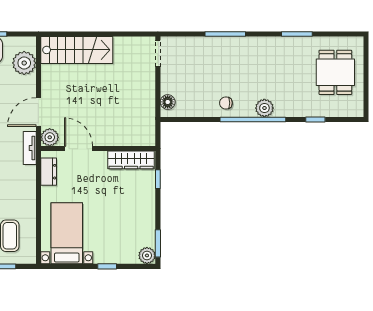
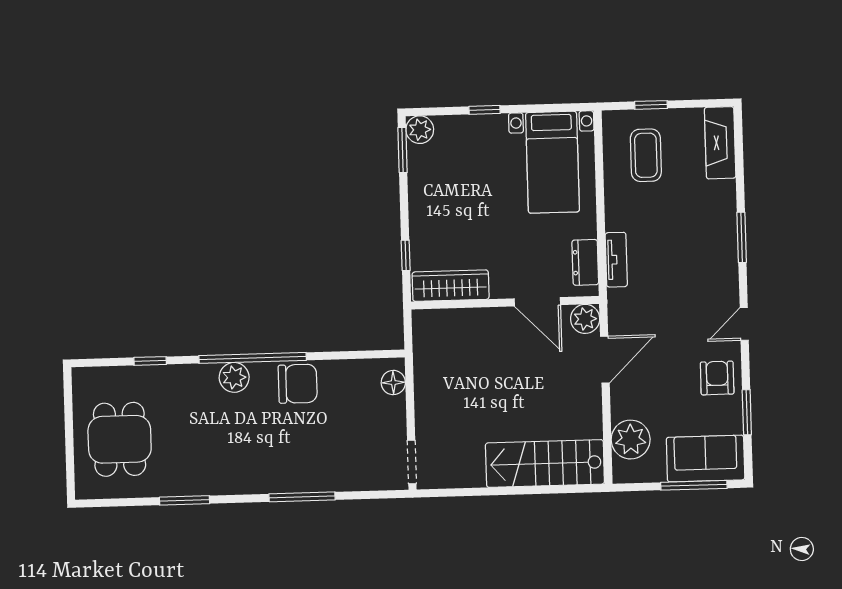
chair: (226, 103) -> (298, 384), width x1.87, depth x1.87
tv unit: (30, 148) -> (616, 260), moved

